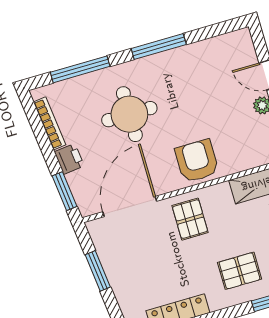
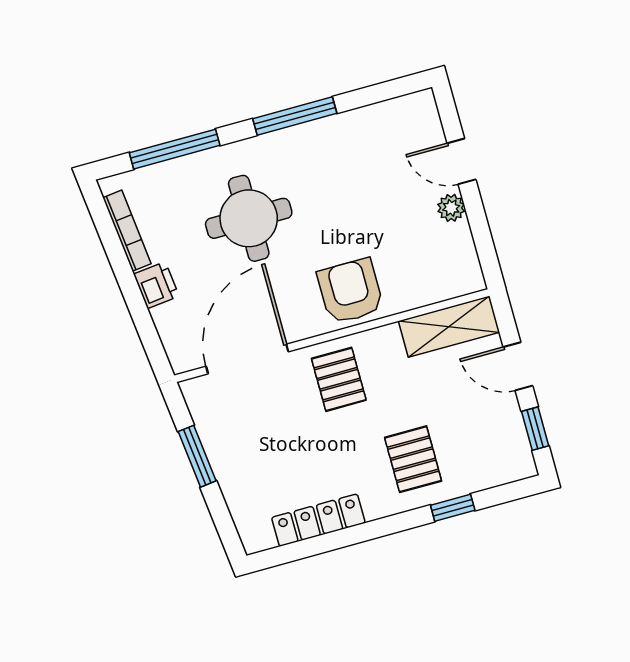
window: (65, 191) -> (148, 334), removed
pallet: (240, 271) -> (413, 459), turned 90

